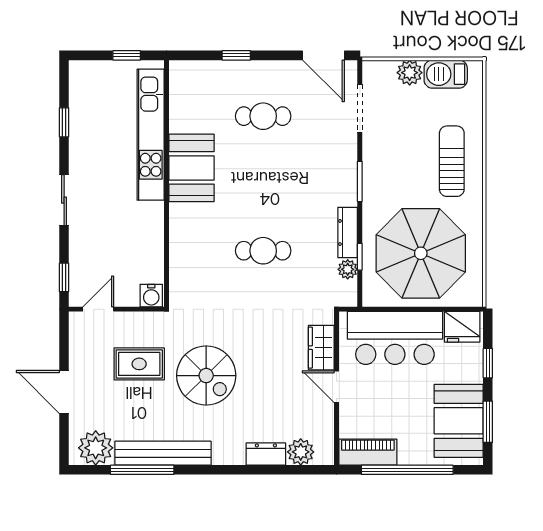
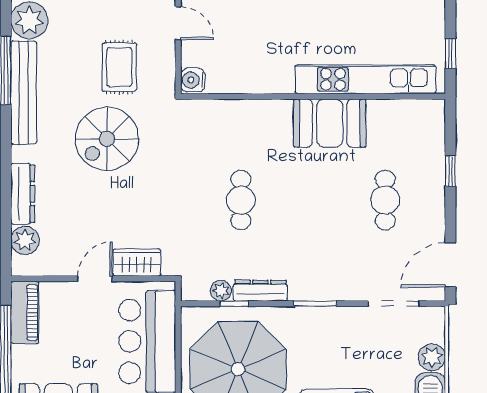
dresser: (266, 454) -> (23, 194), width x1.44

